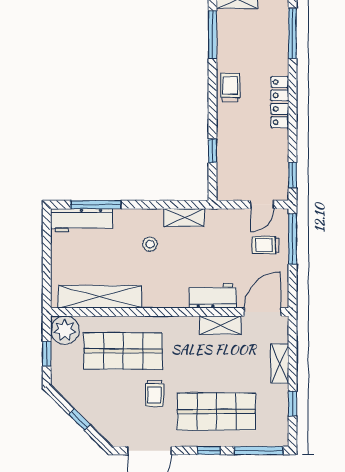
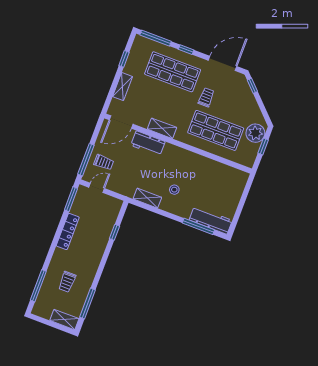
trolley: (230, 87) -> (67, 282), moved
locker: (280, 102) -> (68, 232), moved
window: (293, 175) -> (71, 199), width x1.50
shelving: (100, 297) -> (217, 169), removed
shelving: (220, 325) -> (162, 128), moved
plant: (65, 330) -> (255, 133), moved
window: (79, 419) -> (252, 86), moved

